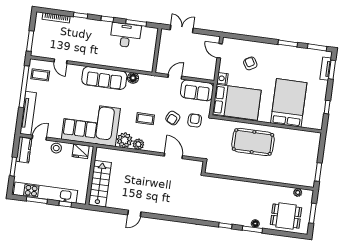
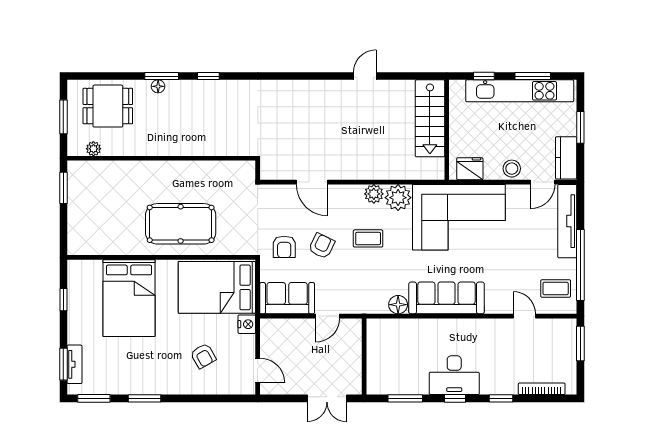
desk: (126, 35) -> (454, 375), moved

